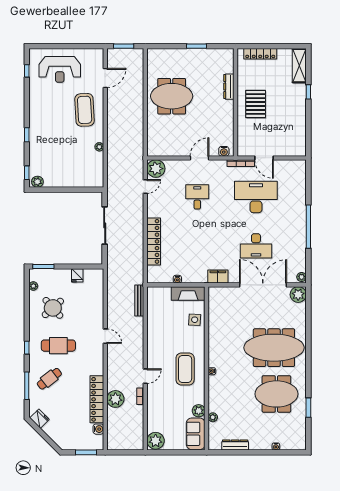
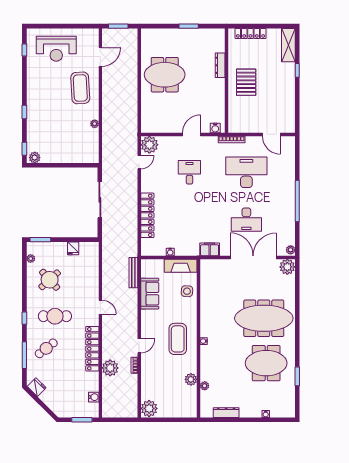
door: (264, 158) -> (271, 134), moved
locker: (97, 399) -> (92, 349), moved
sofa: (196, 434) -> (150, 294), moved, turned 180

